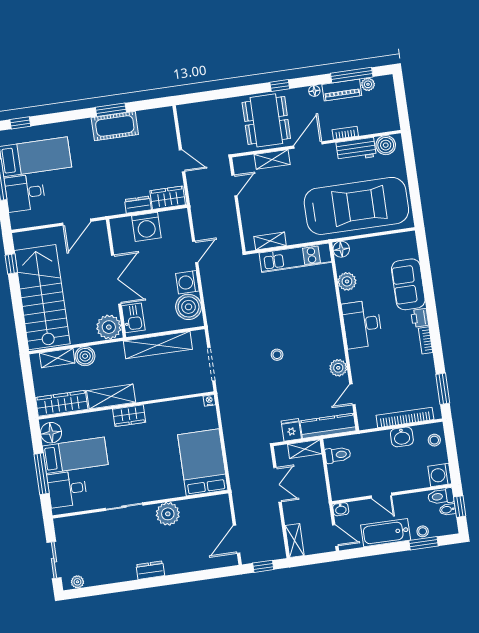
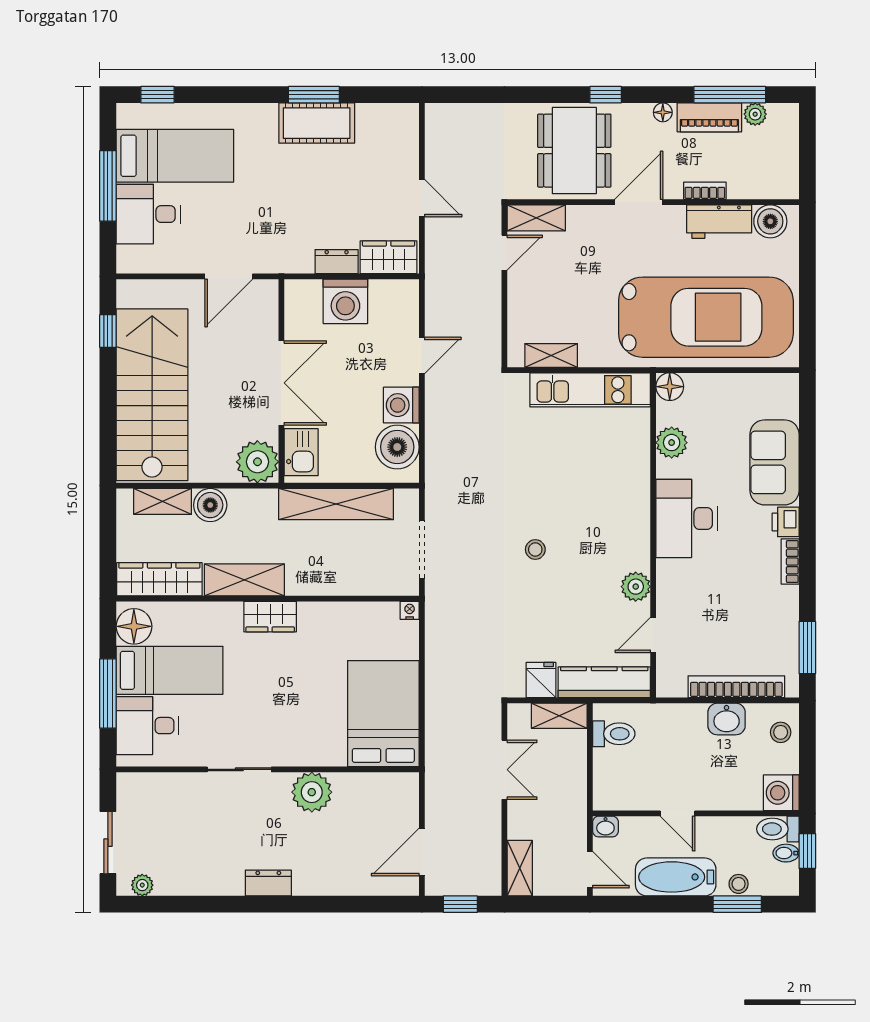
shelving: (272, 159) -> (536, 218), moved

